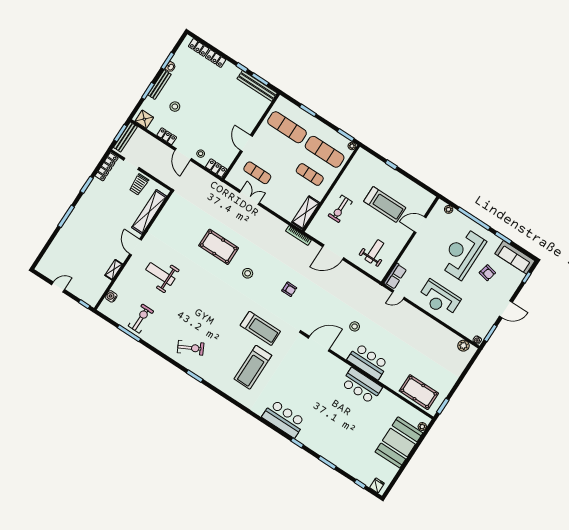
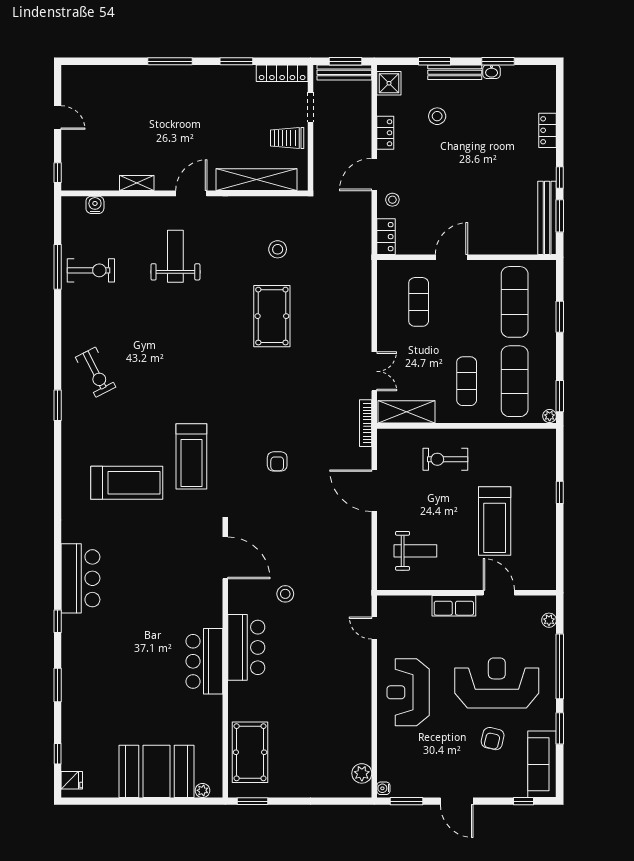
locker: (199, 47) -> (547, 94), removed
double door: (250, 198) -> (374, 371), moved
stool: (248, 273) -> (278, 249), moved
row of seats: (395, 276) -> (454, 606), moved
treadmill: (253, 367) -> (127, 483), turned 180

